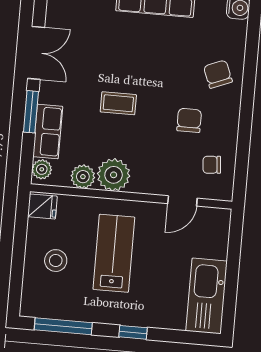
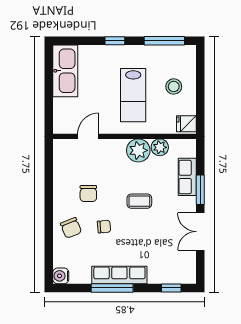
chair: (212, 165) -> (104, 227), moved
plant: (42, 169) -> (189, 150), removed

